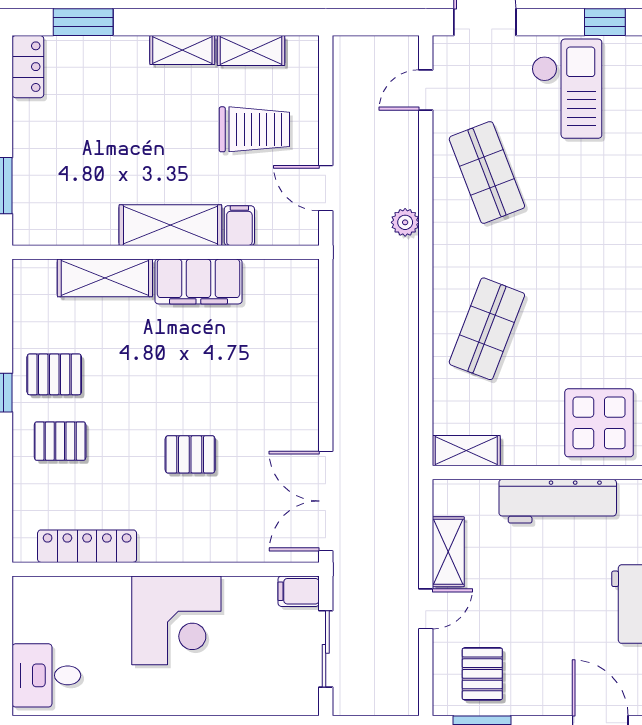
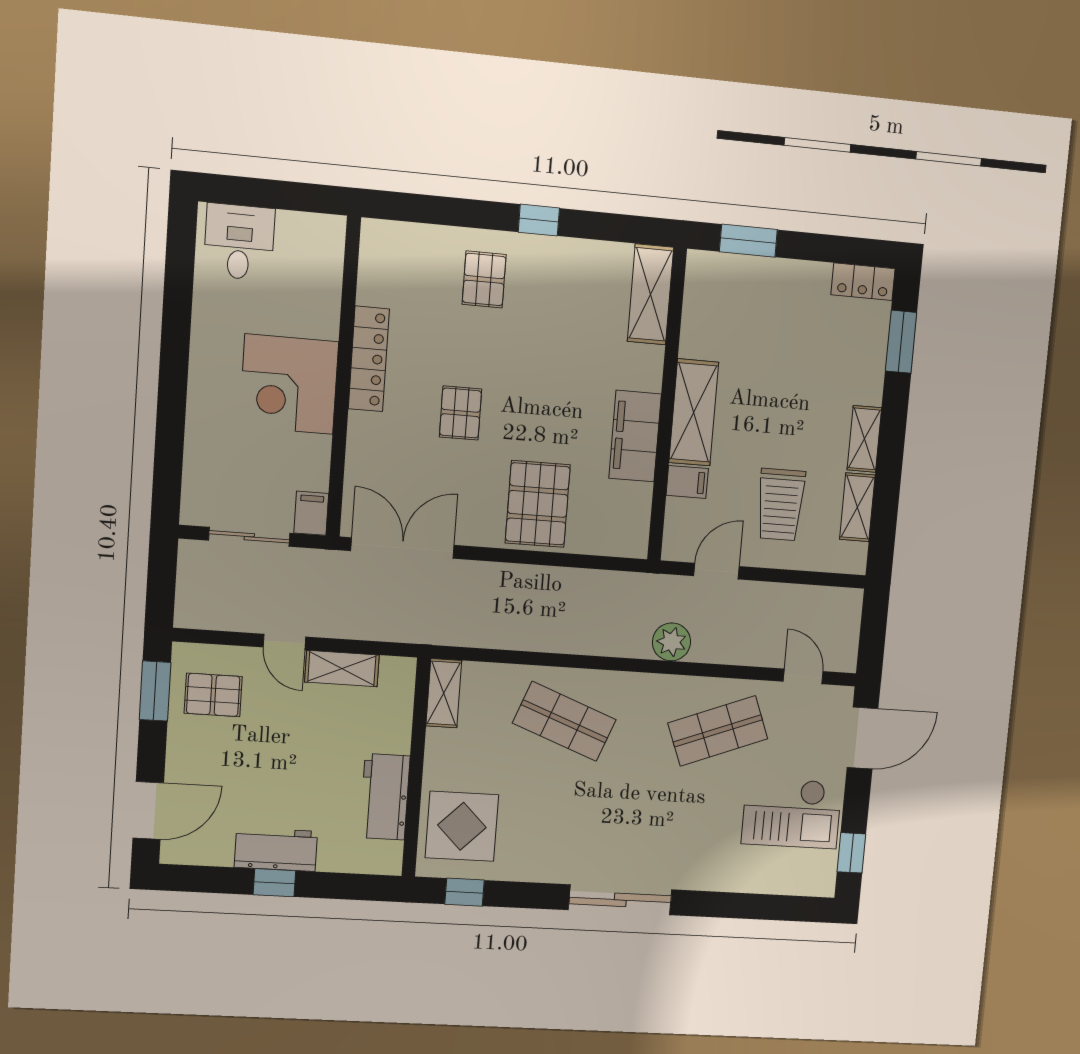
plant: (405, 222) -> (671, 642), width x1.38, depth x1.38
shelving: (105, 278) -> (650, 294), moved
pallet: (54, 374) -> (538, 504), moved, width x1.50, depth x1.42
workbench: (558, 501) -> (385, 797), width x0.73
locker: (87, 546) -> (369, 359), moved

